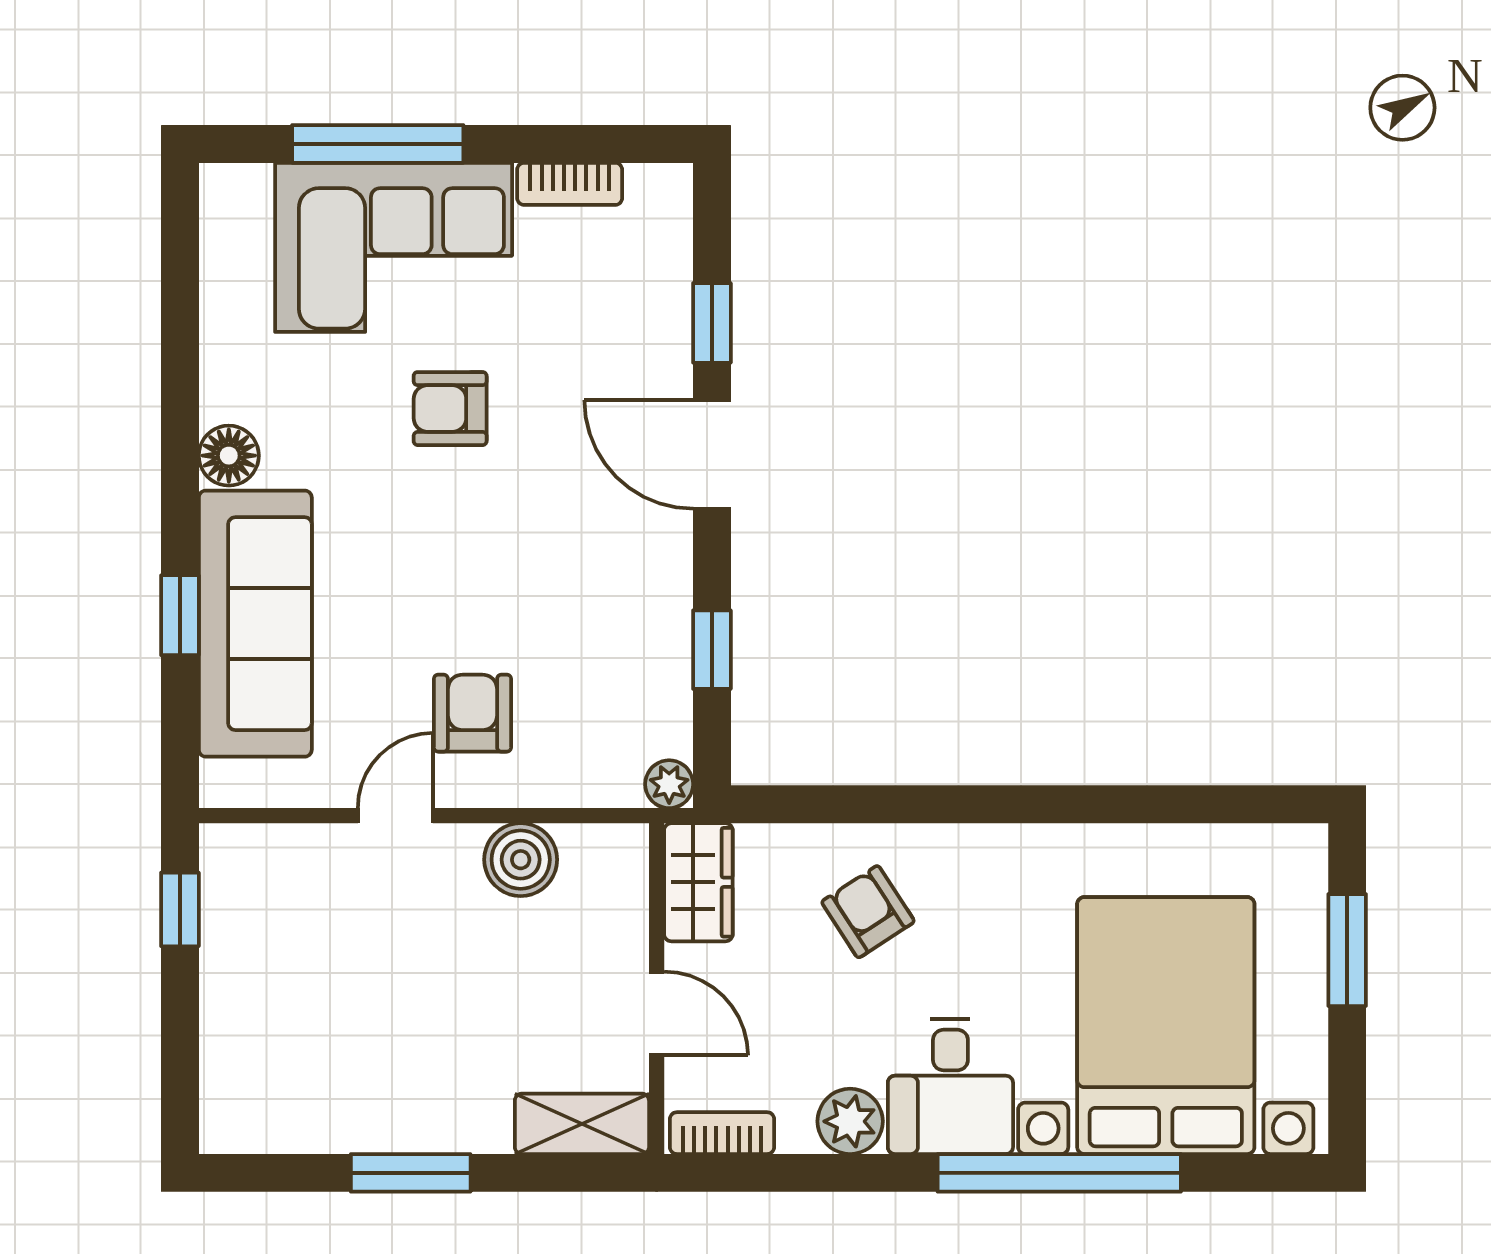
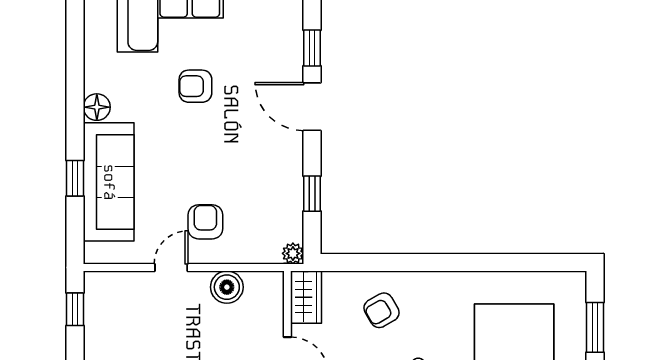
armchair: (868, 912) -> (382, 310), turned -87

